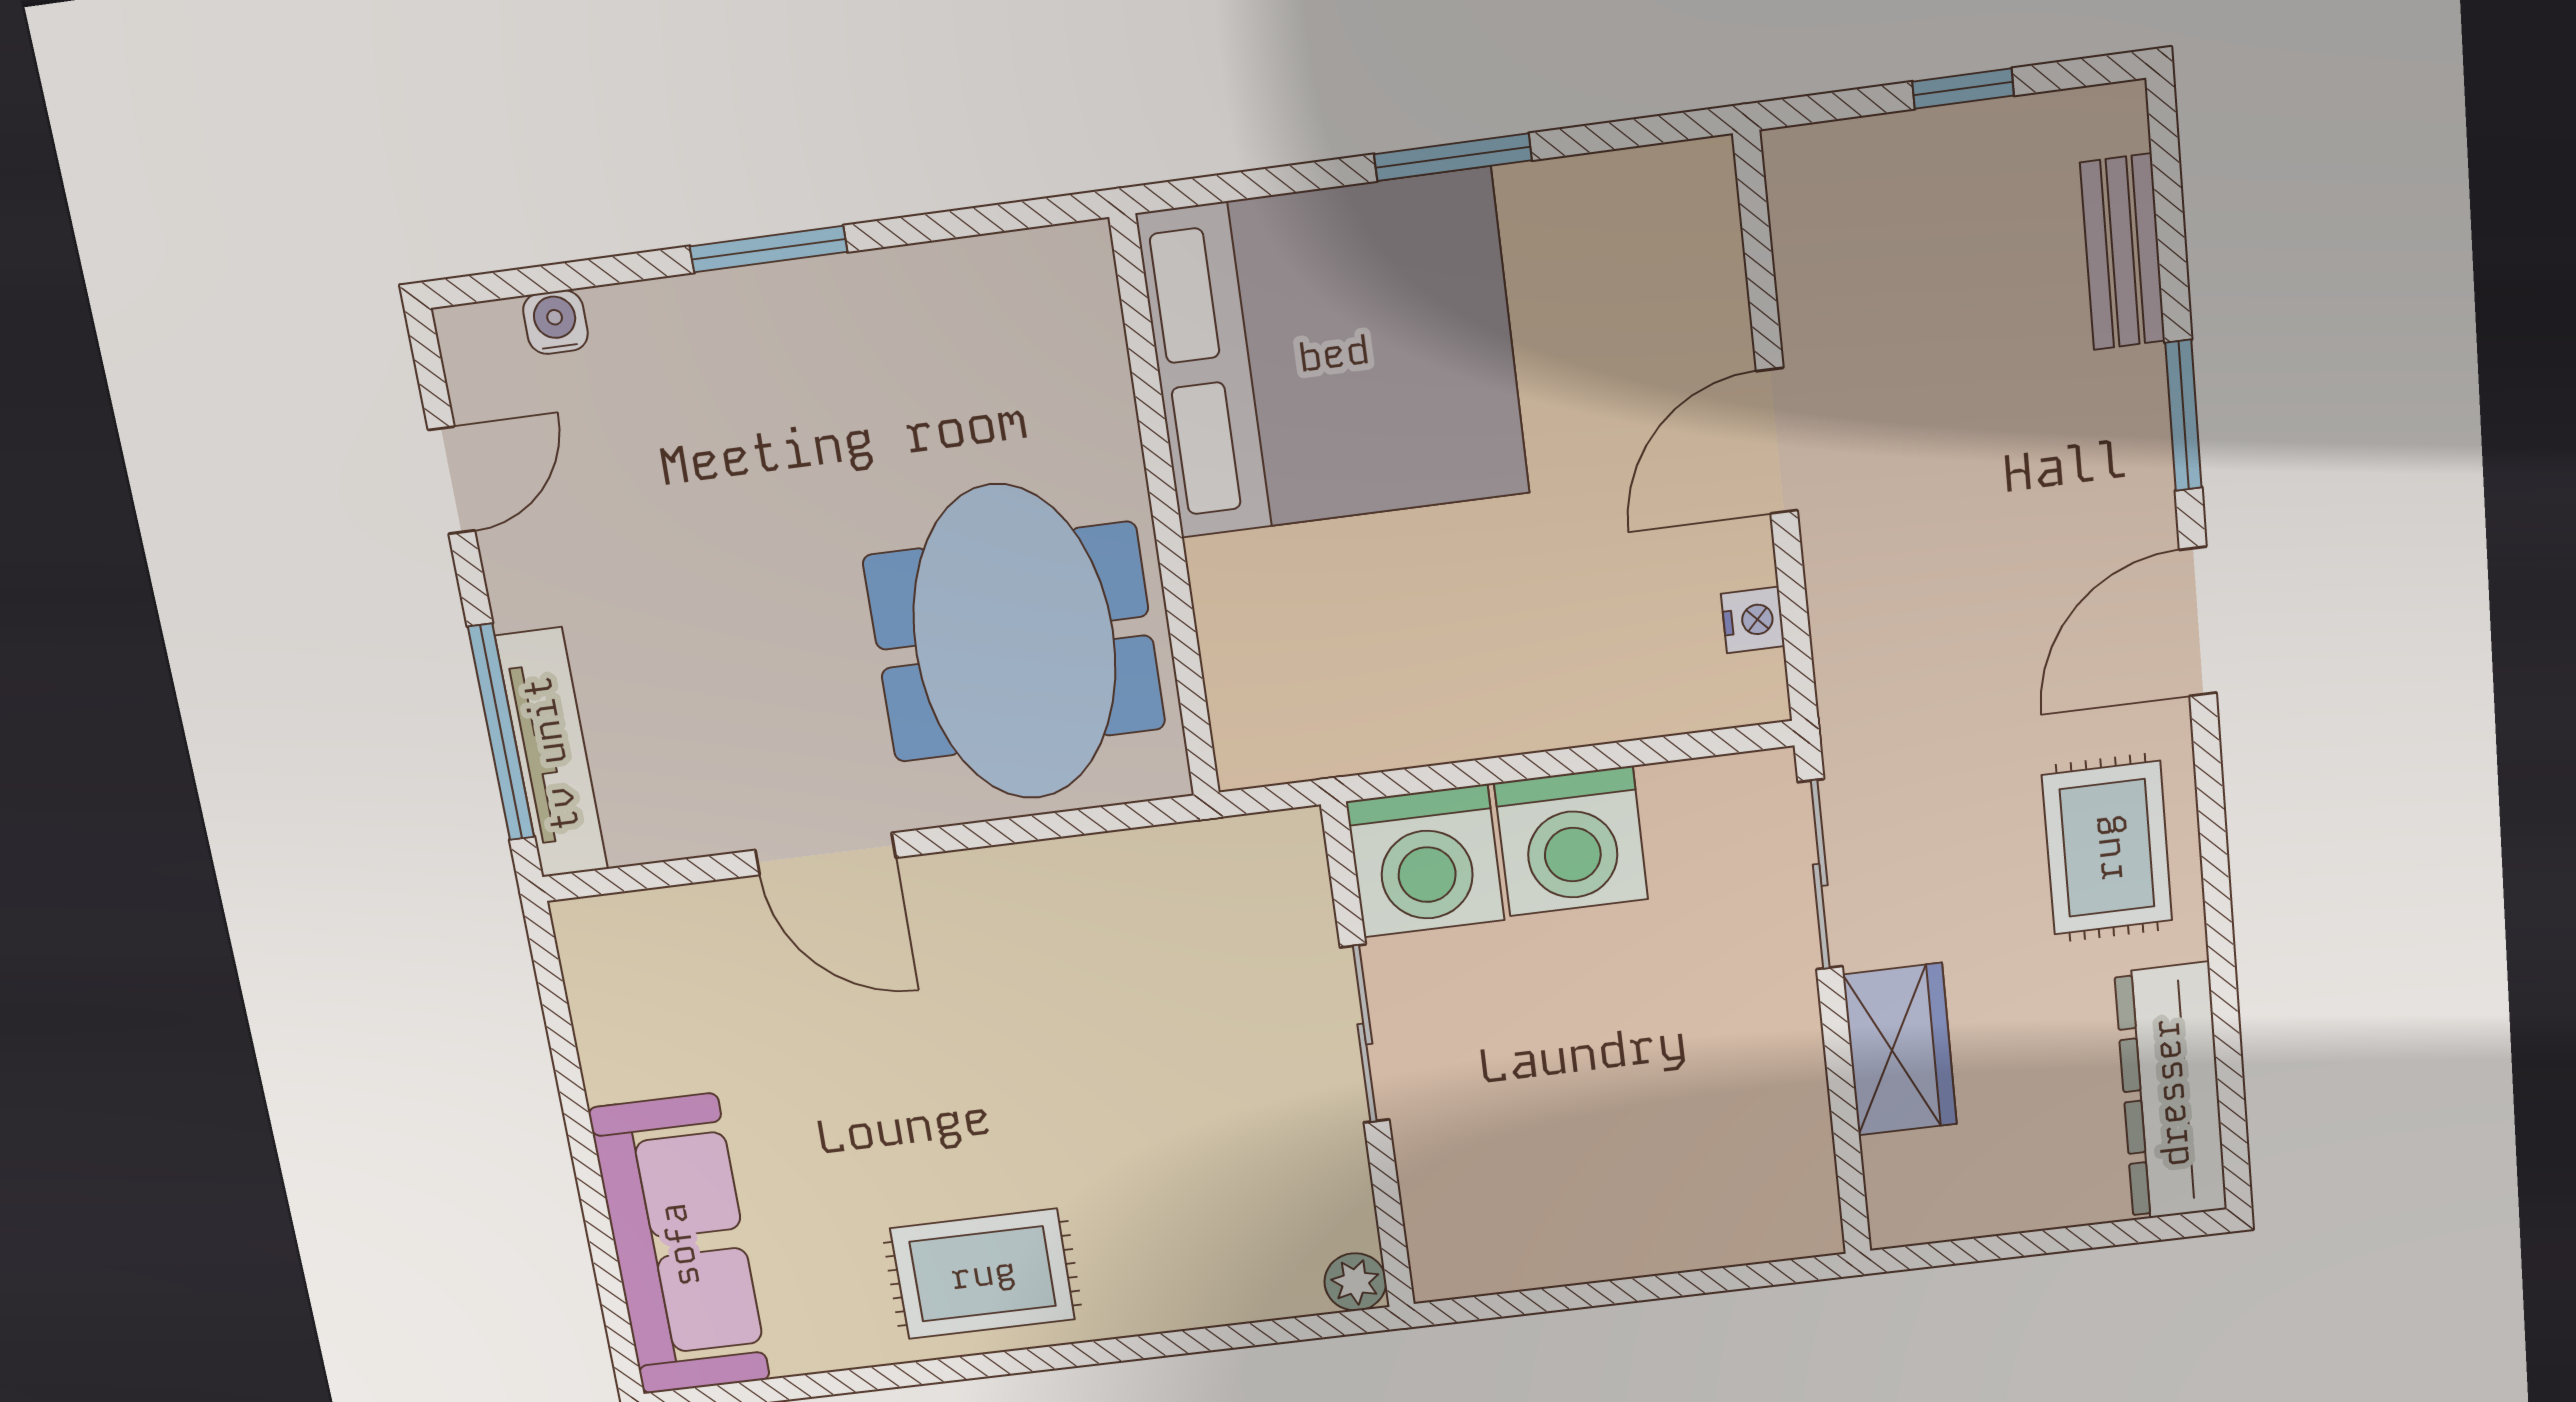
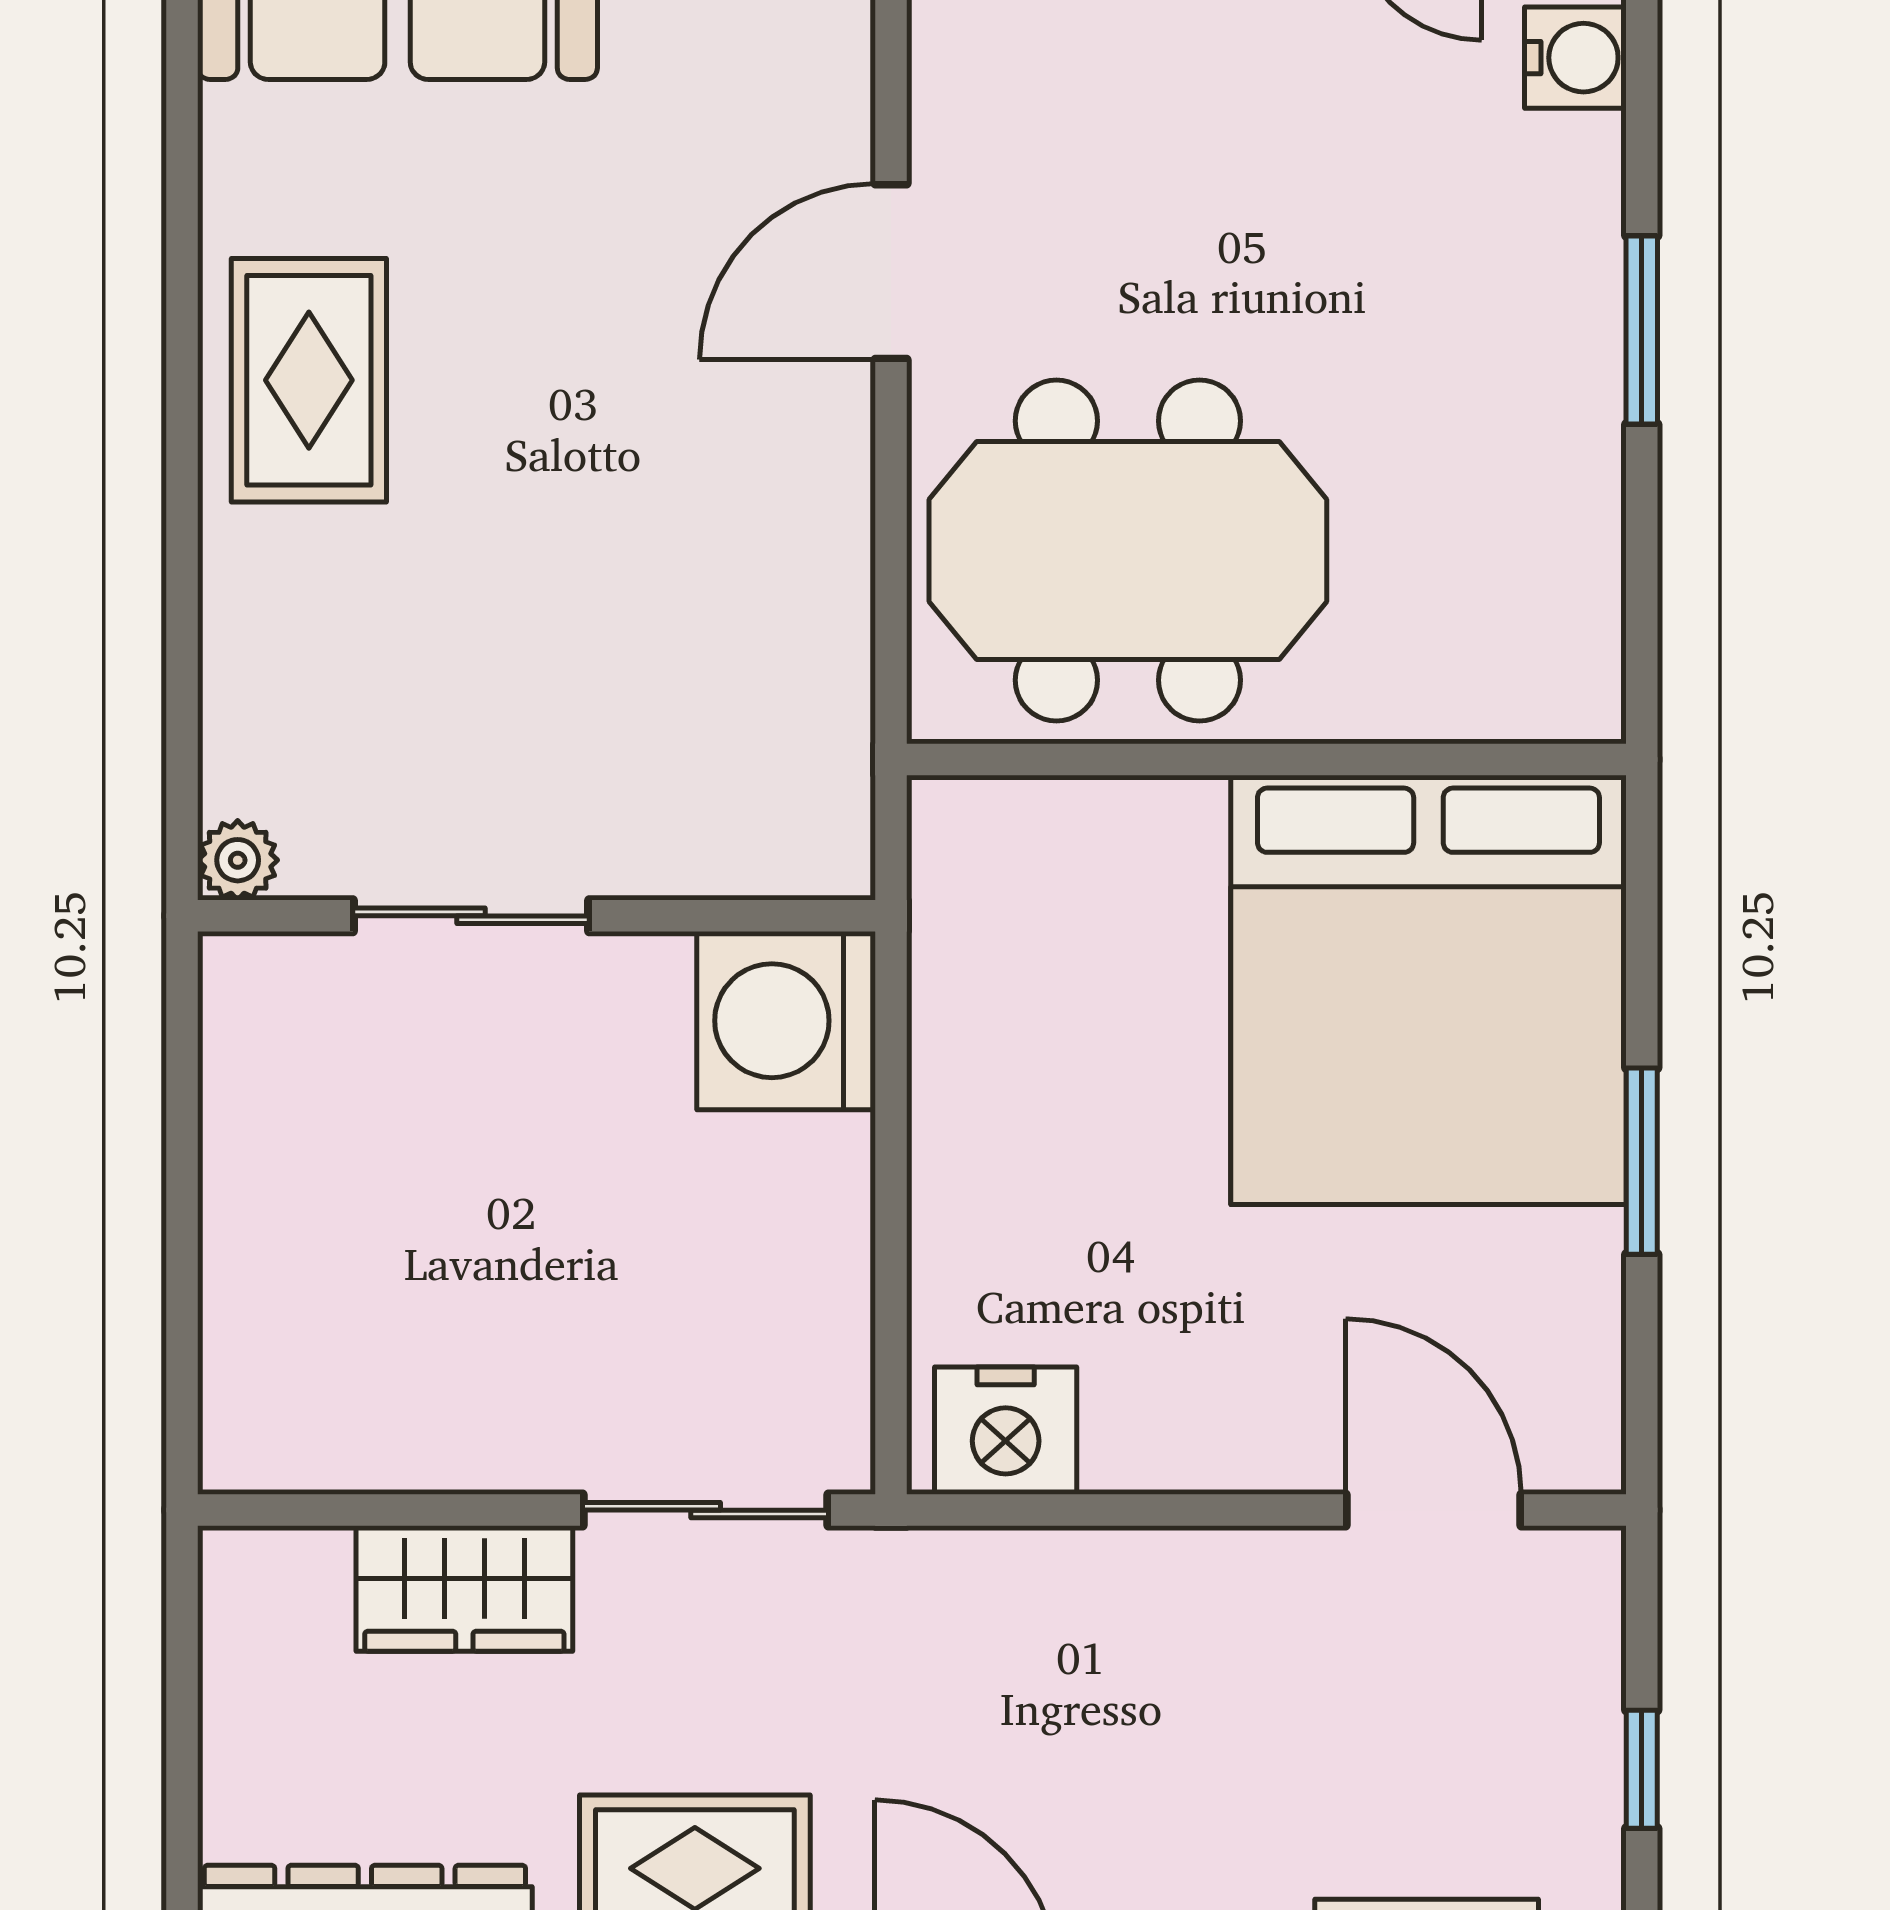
water cooler: (555, 322) -> (1575, 58), width x1.38, depth x1.38
door: (1777, 441) -> (1433, 1510), moved
nightstand: (1753, 620) -> (1006, 1431), width x1.89, depth x1.79
washing machine: (1571, 841) -> (788, 1205), removed
sliding door: (1365, 1034) -> (471, 916), moved

